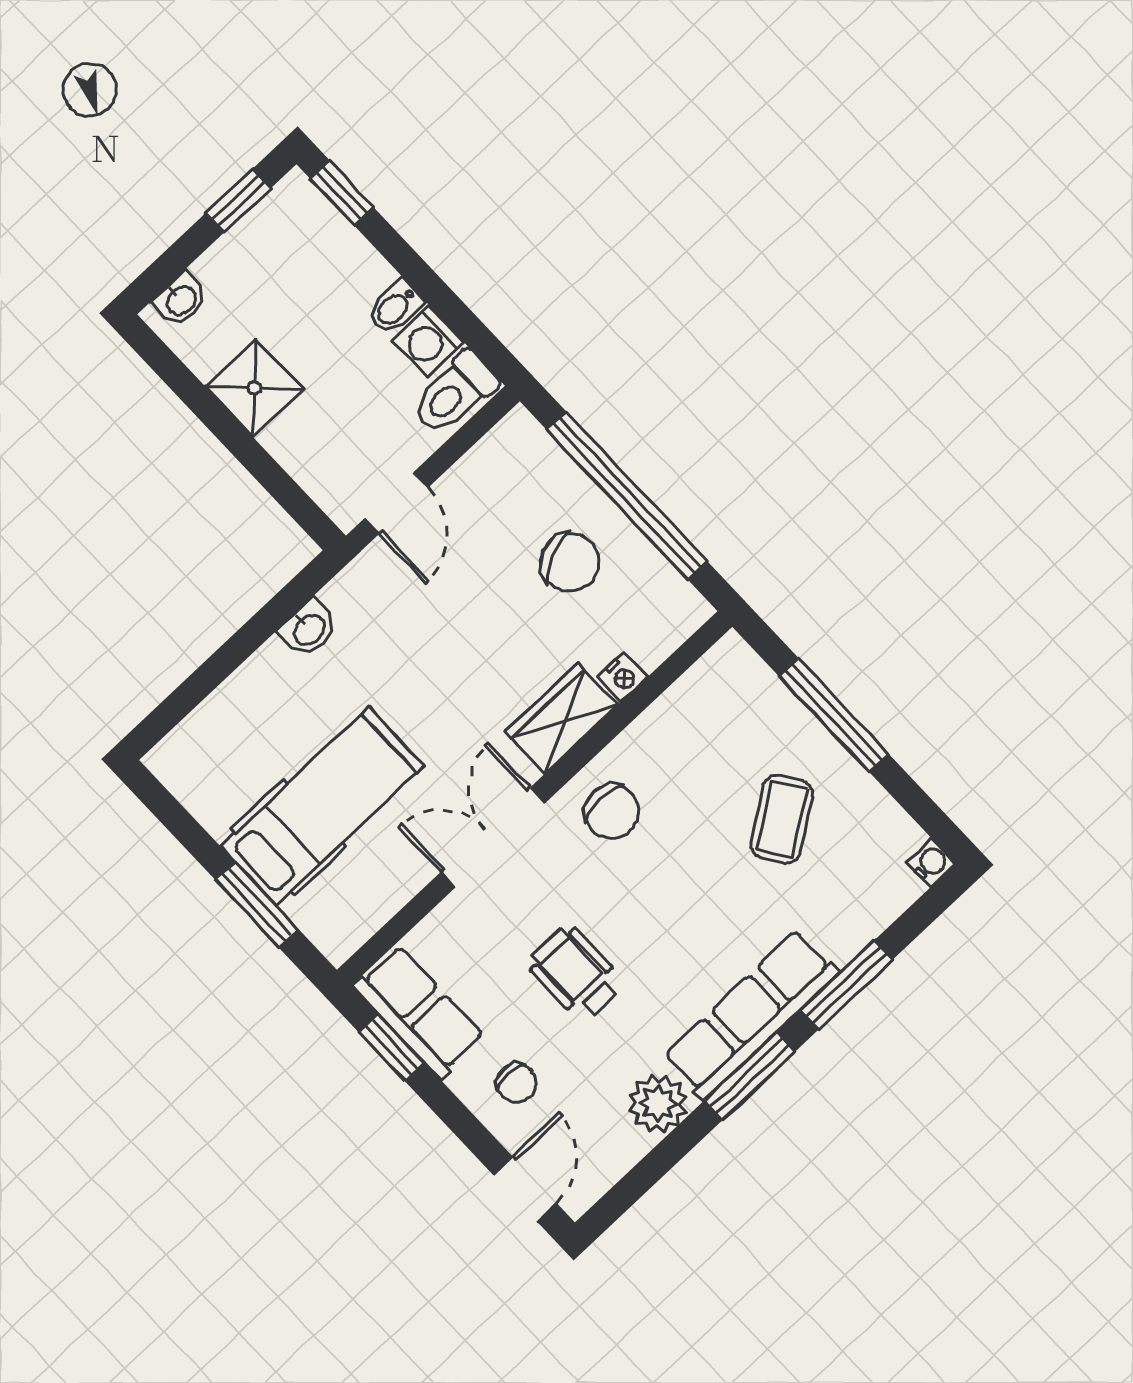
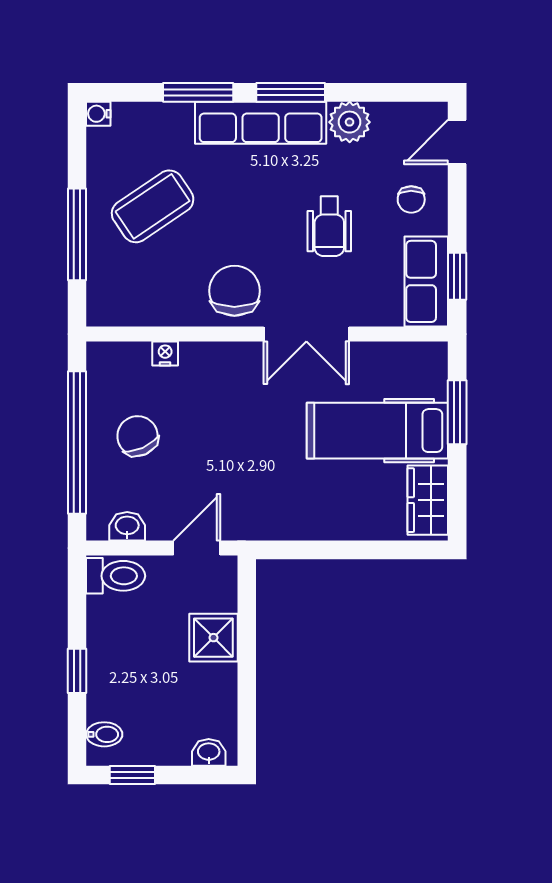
window: (342, 193) -> (77, 671), moved
bidet: (395, 307) -> (104, 734), moved
washing machine: (428, 341) -> (104, 614), removed
shower: (254, 388) -> (213, 638), moved
washbasin: (309, 629) -> (127, 526), moved
wardrobe: (561, 718) -> (428, 500), moved, turned 90
chair: (612, 812) -> (234, 291), width x1.37, depth x1.37
coffee table: (782, 819) -> (153, 206), width x1.36, depth x1.30
chair: (516, 1083) -> (411, 199), turned 180

